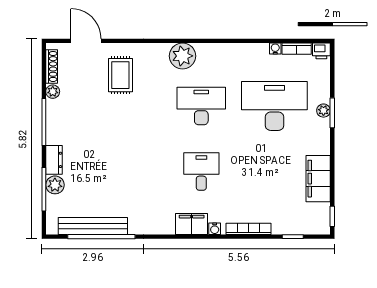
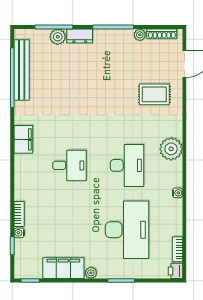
water cooler: (275, 49) -> (178, 193), moved
plant: (323, 111) -> (91, 273), moved
filing cabinet: (192, 224) -> (23, 139), moved
water cooler: (215, 229) -> (19, 233), moved
bookcase: (249, 229) -> (19, 214), width x0.64

